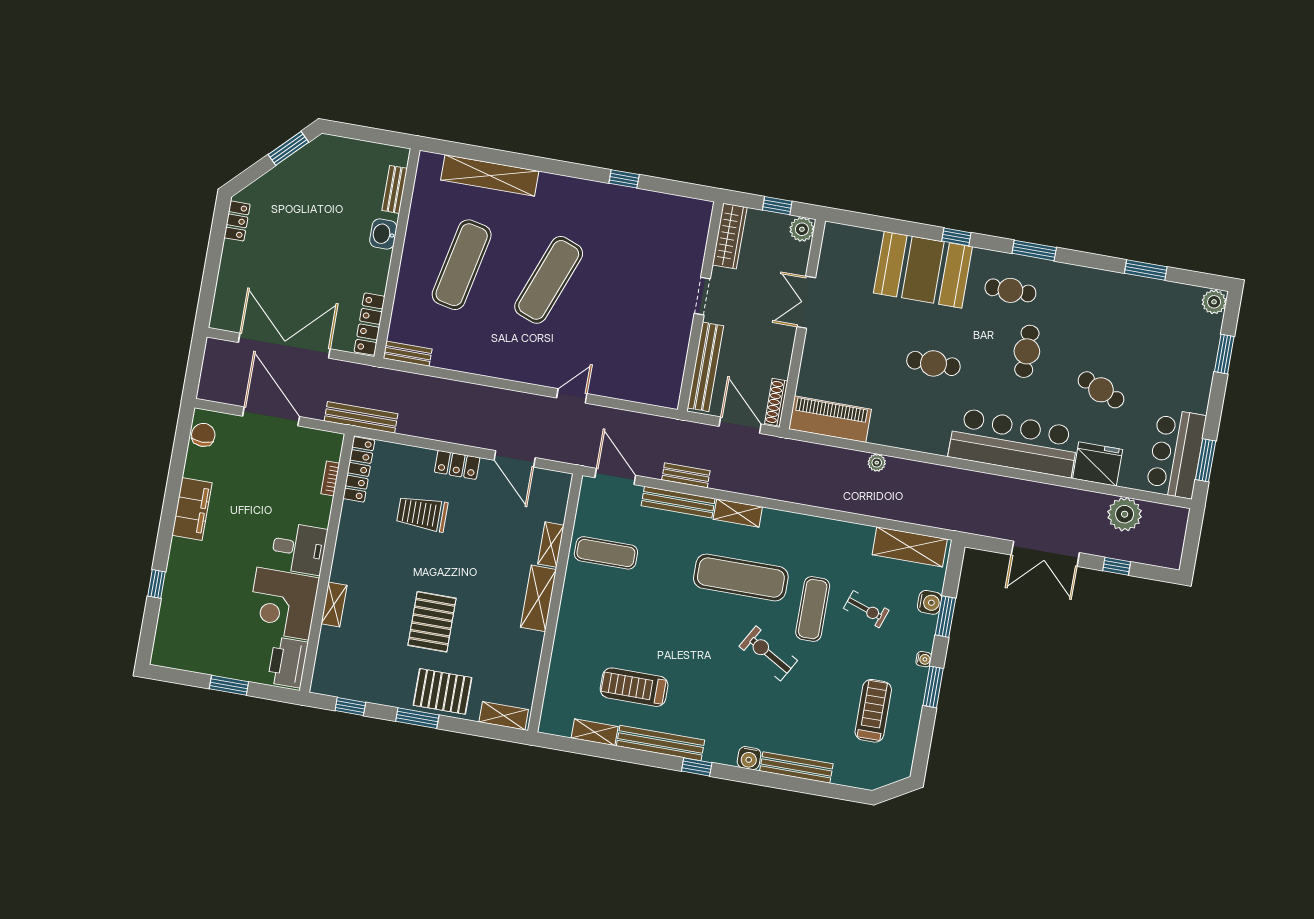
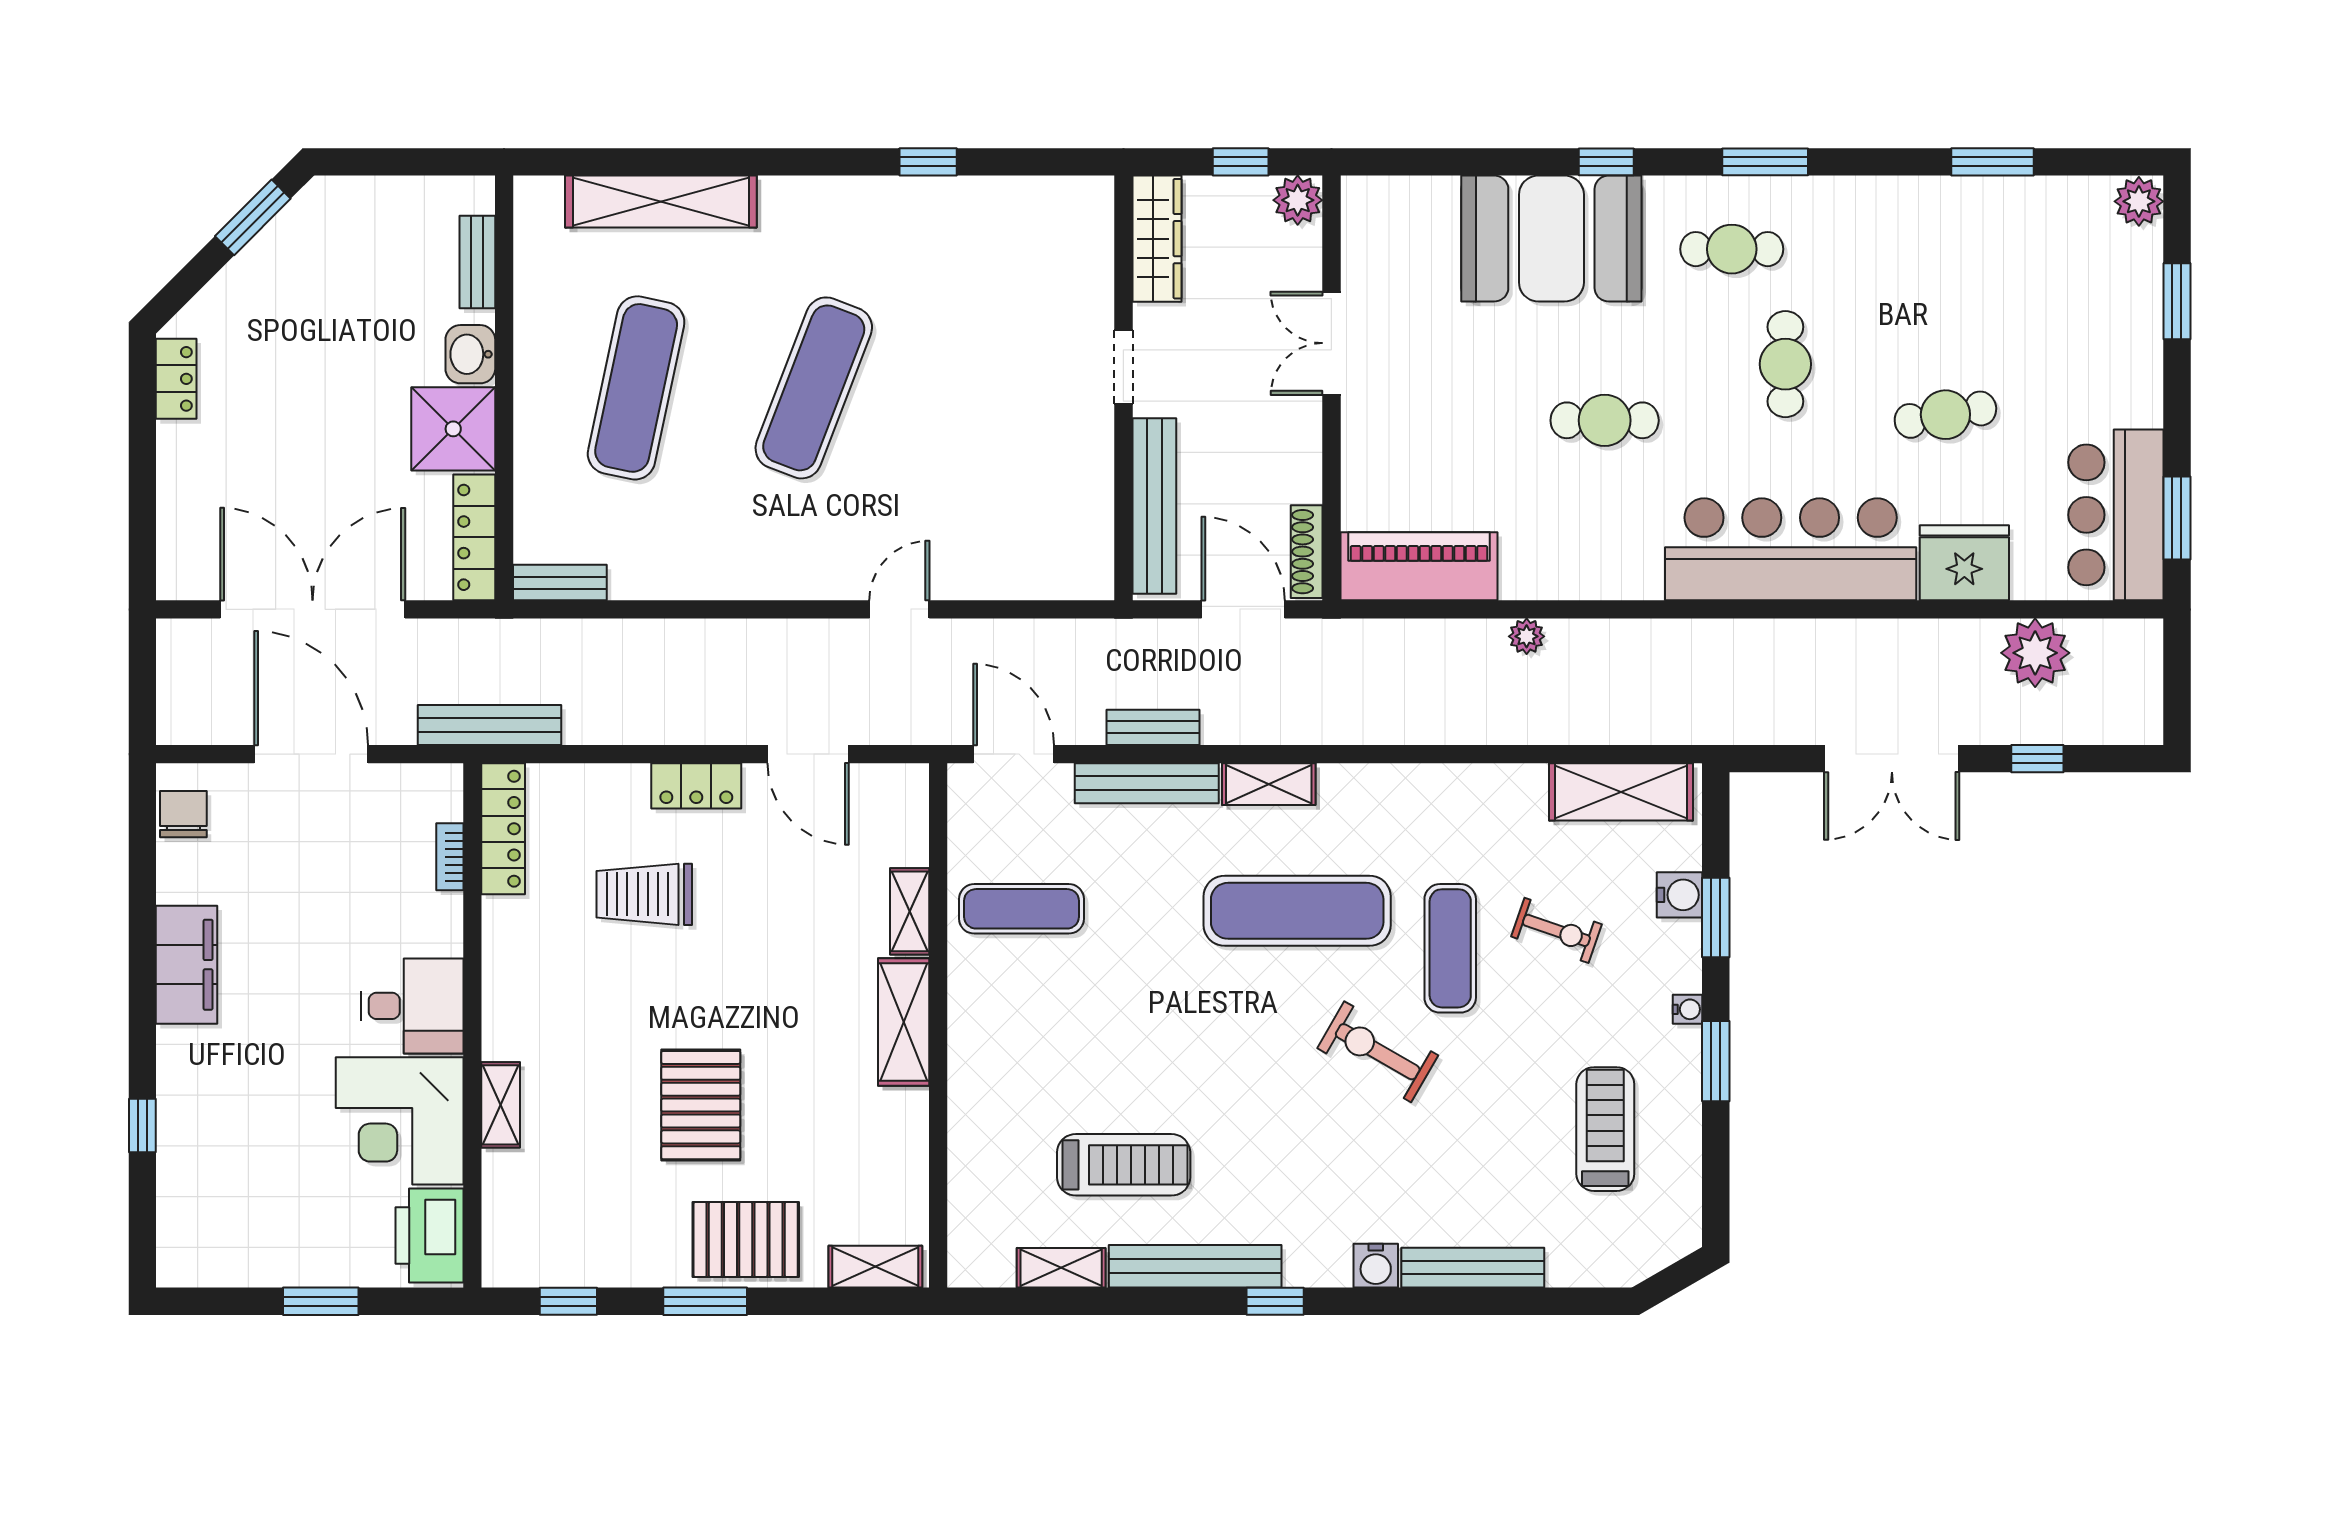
shower: (368, 269) -> (453, 429), added
cafe table: (1101, 390) -> (1945, 415), turned -34
treadmill: (634, 687) -> (1124, 1165), turned 180

